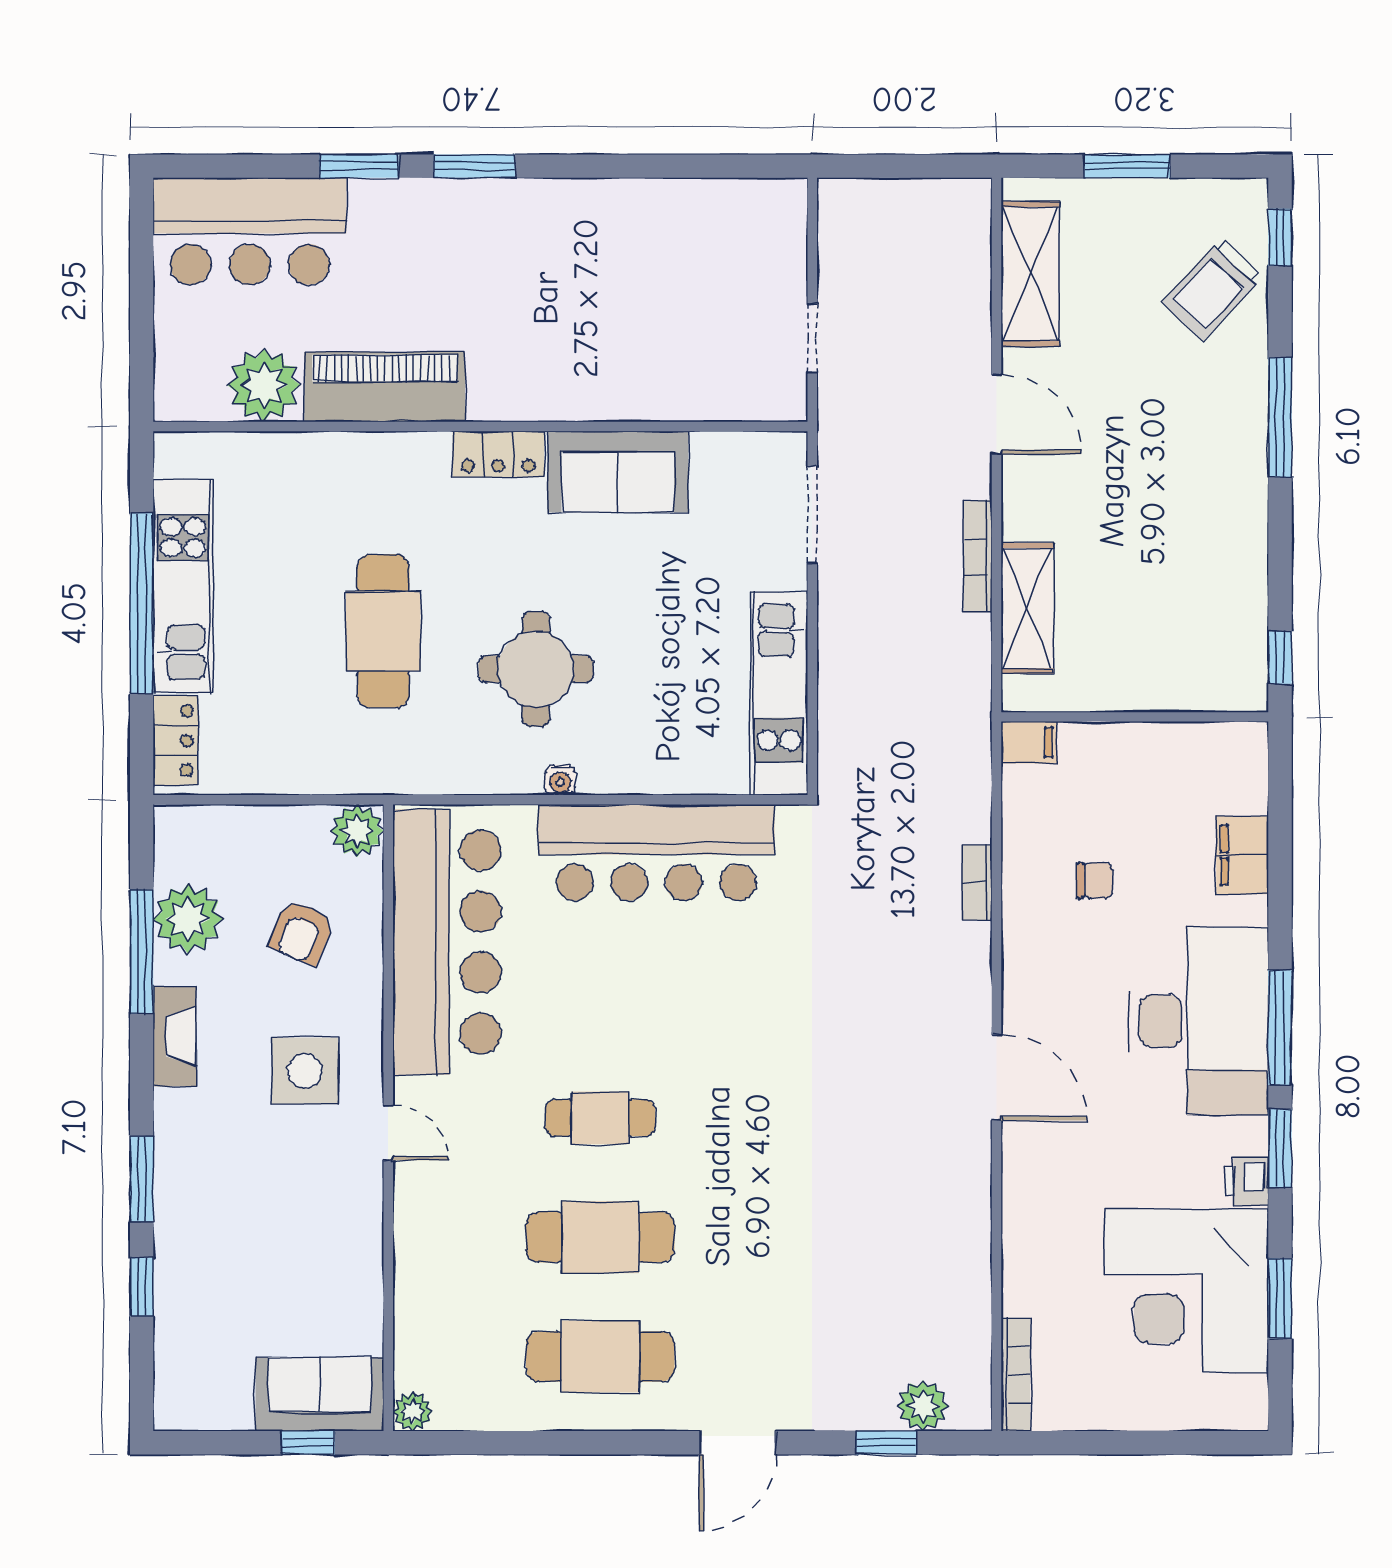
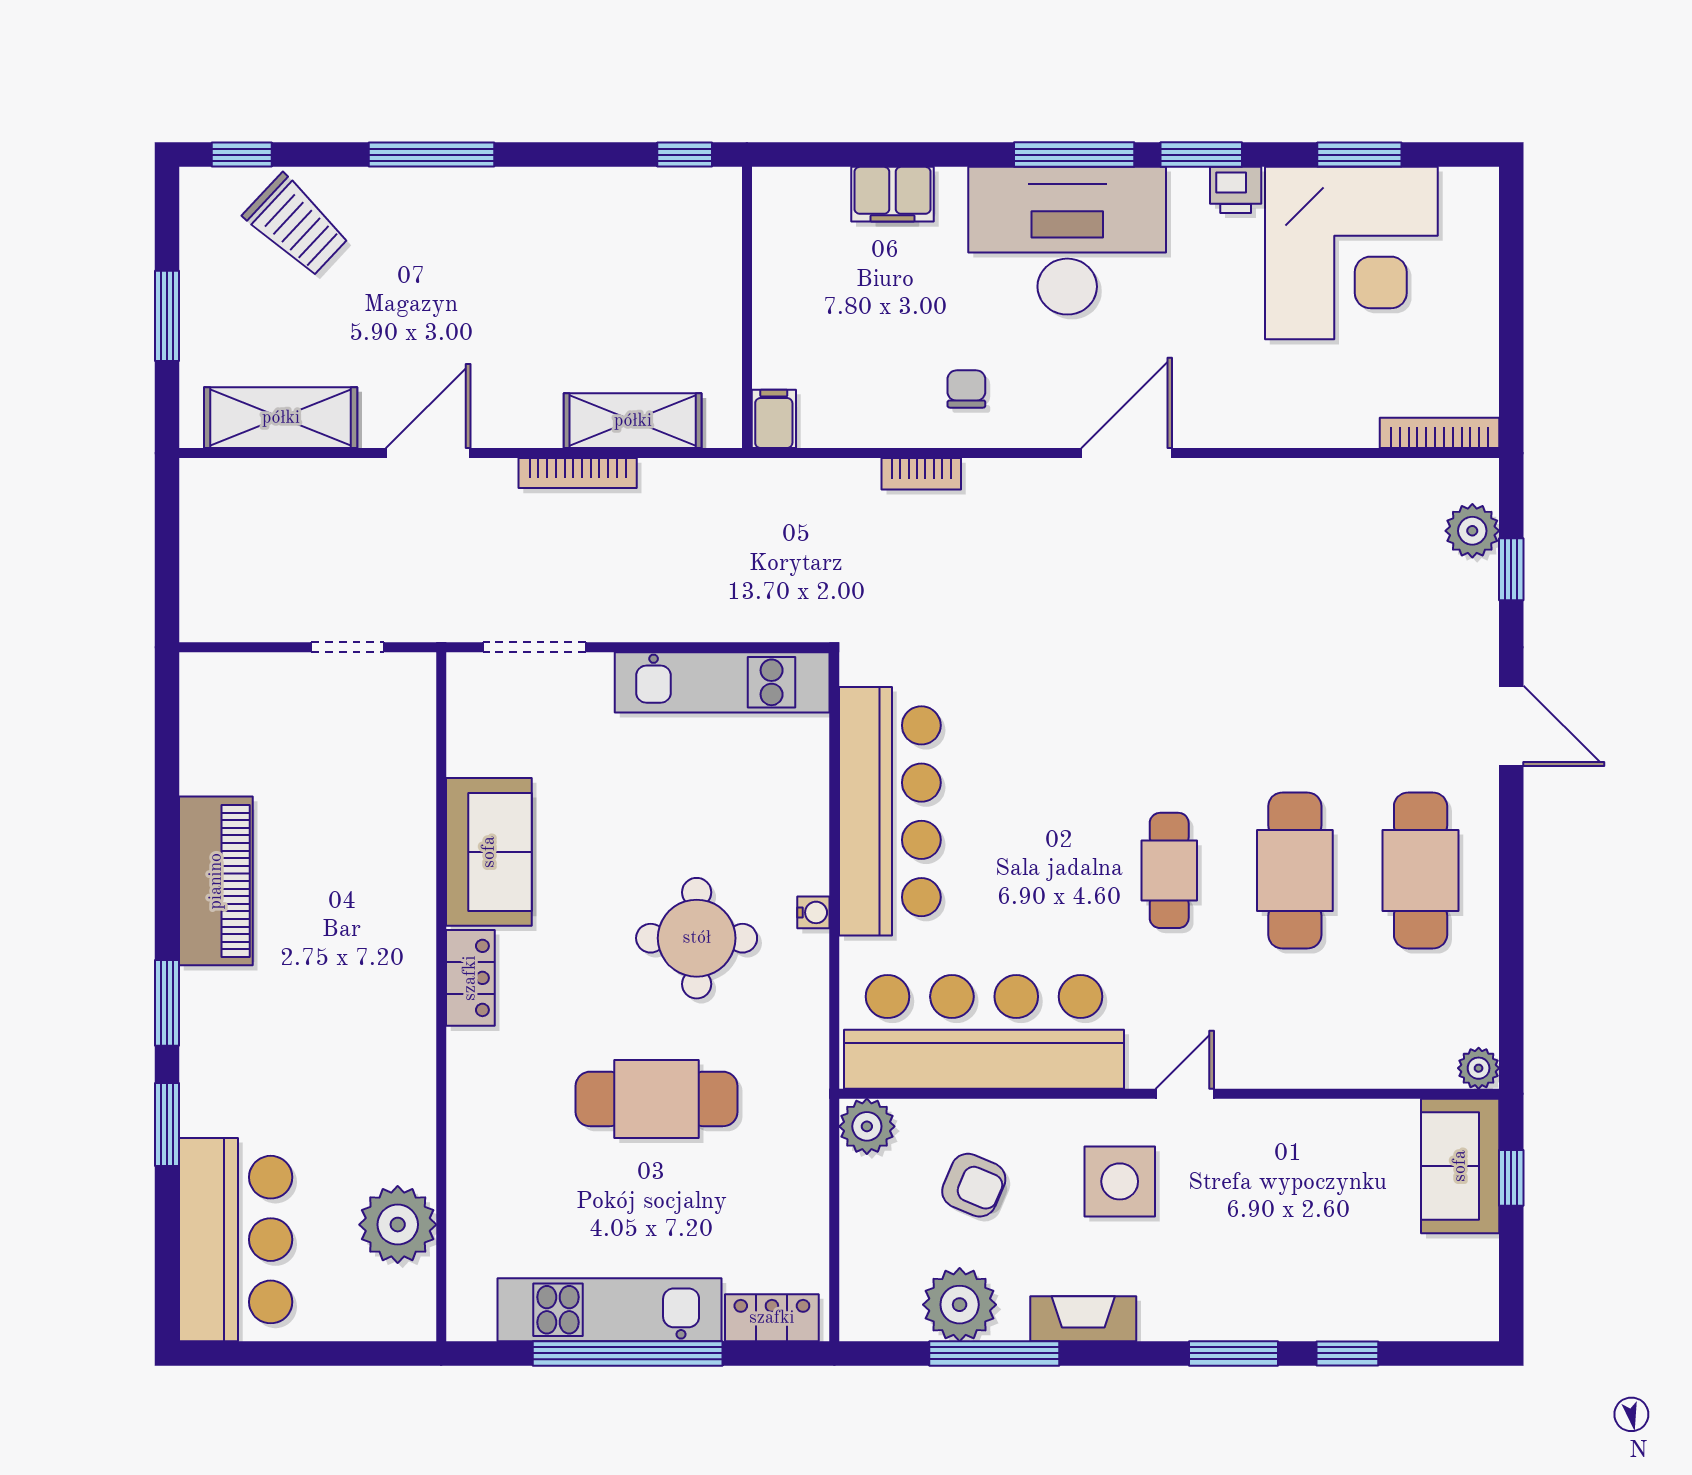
piano: (385, 387) -> (216, 881), moved, turned 180
chair: (1095, 881) -> (966, 389), moved

